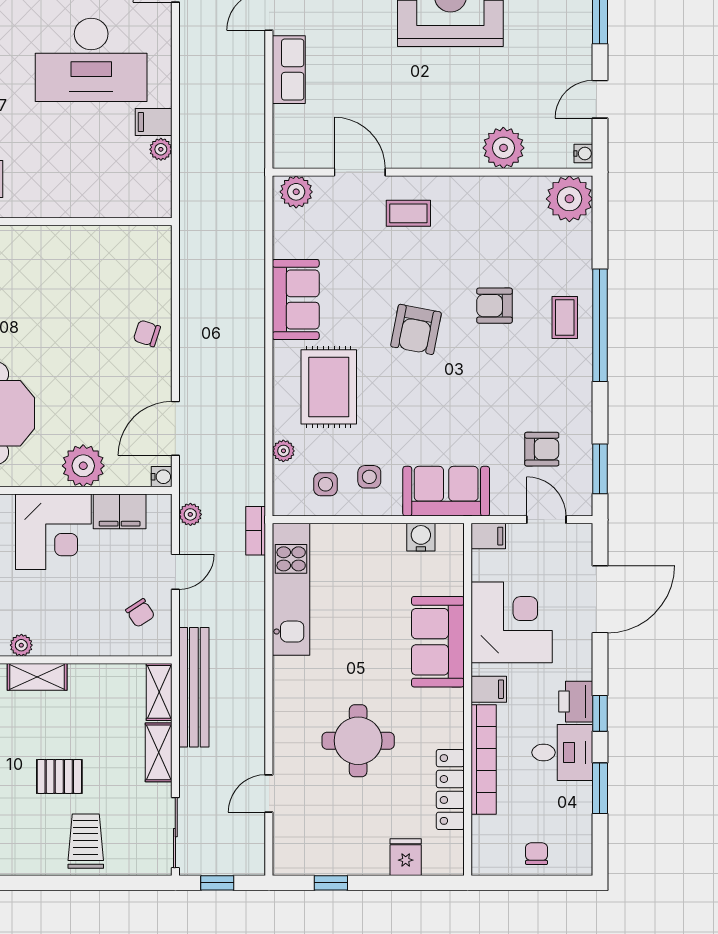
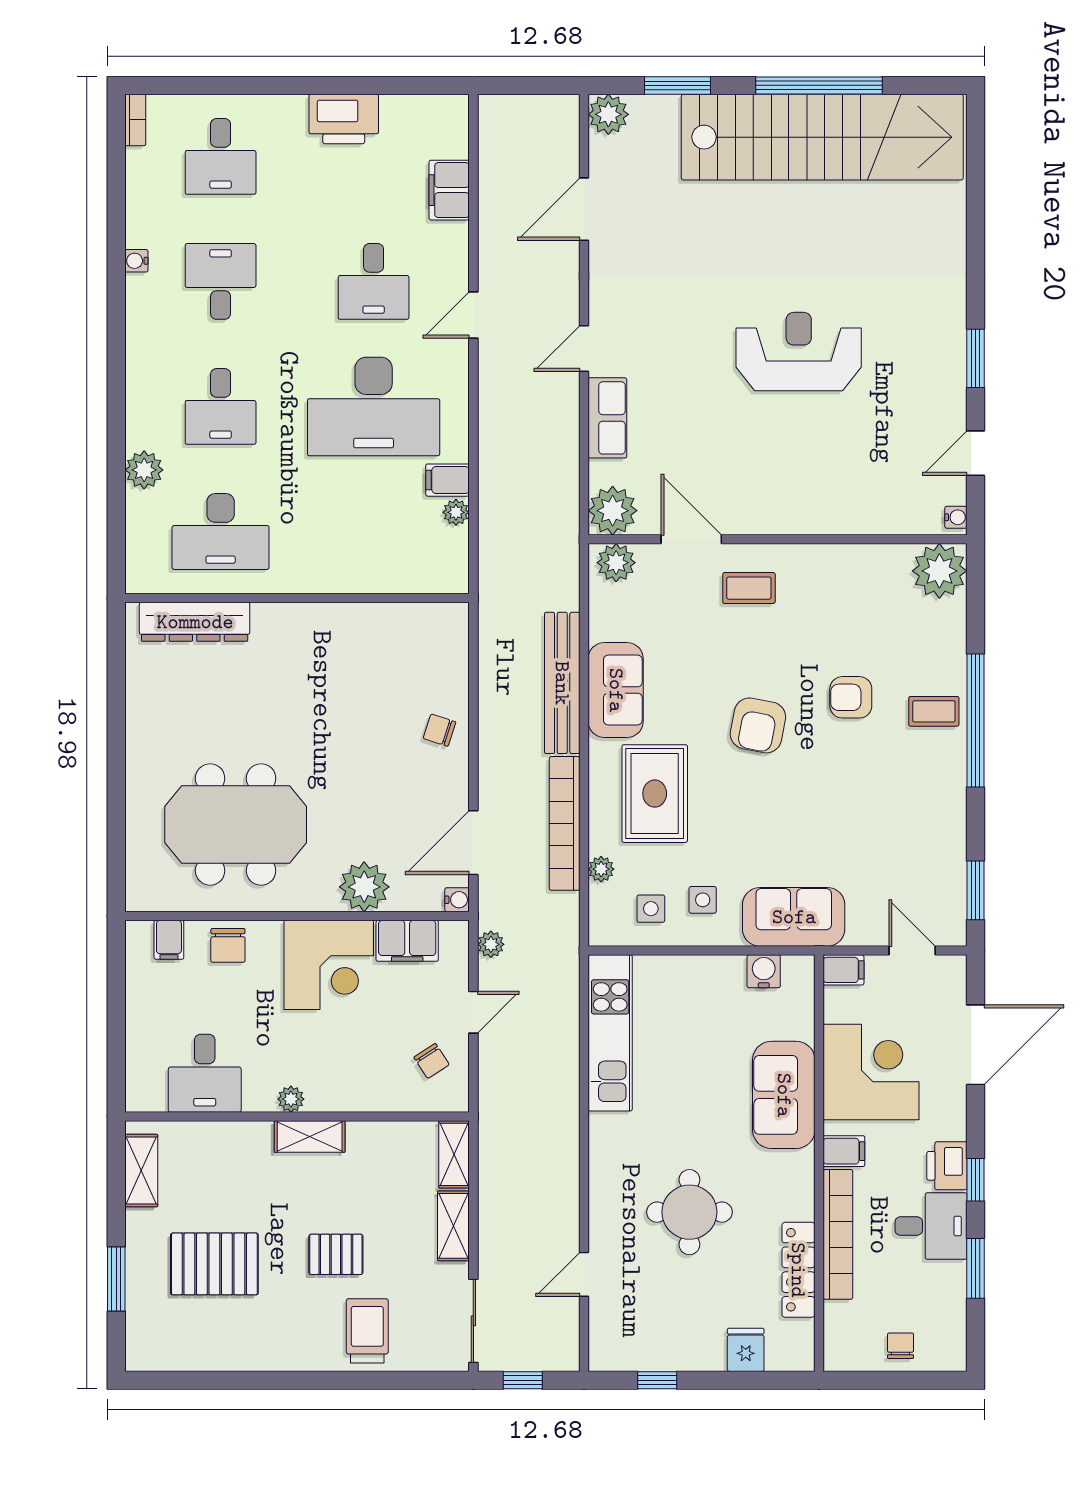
plant: (503, 148) -> (613, 511), moved
coffee table: (565, 318) -> (934, 711), turned 90
armchair: (542, 449) -> (907, 867), removed
bookcase: (256, 531) -> (565, 823), moved, width x2.31, depth x1.31
bench: (194, 687) -> (562, 683), moved

